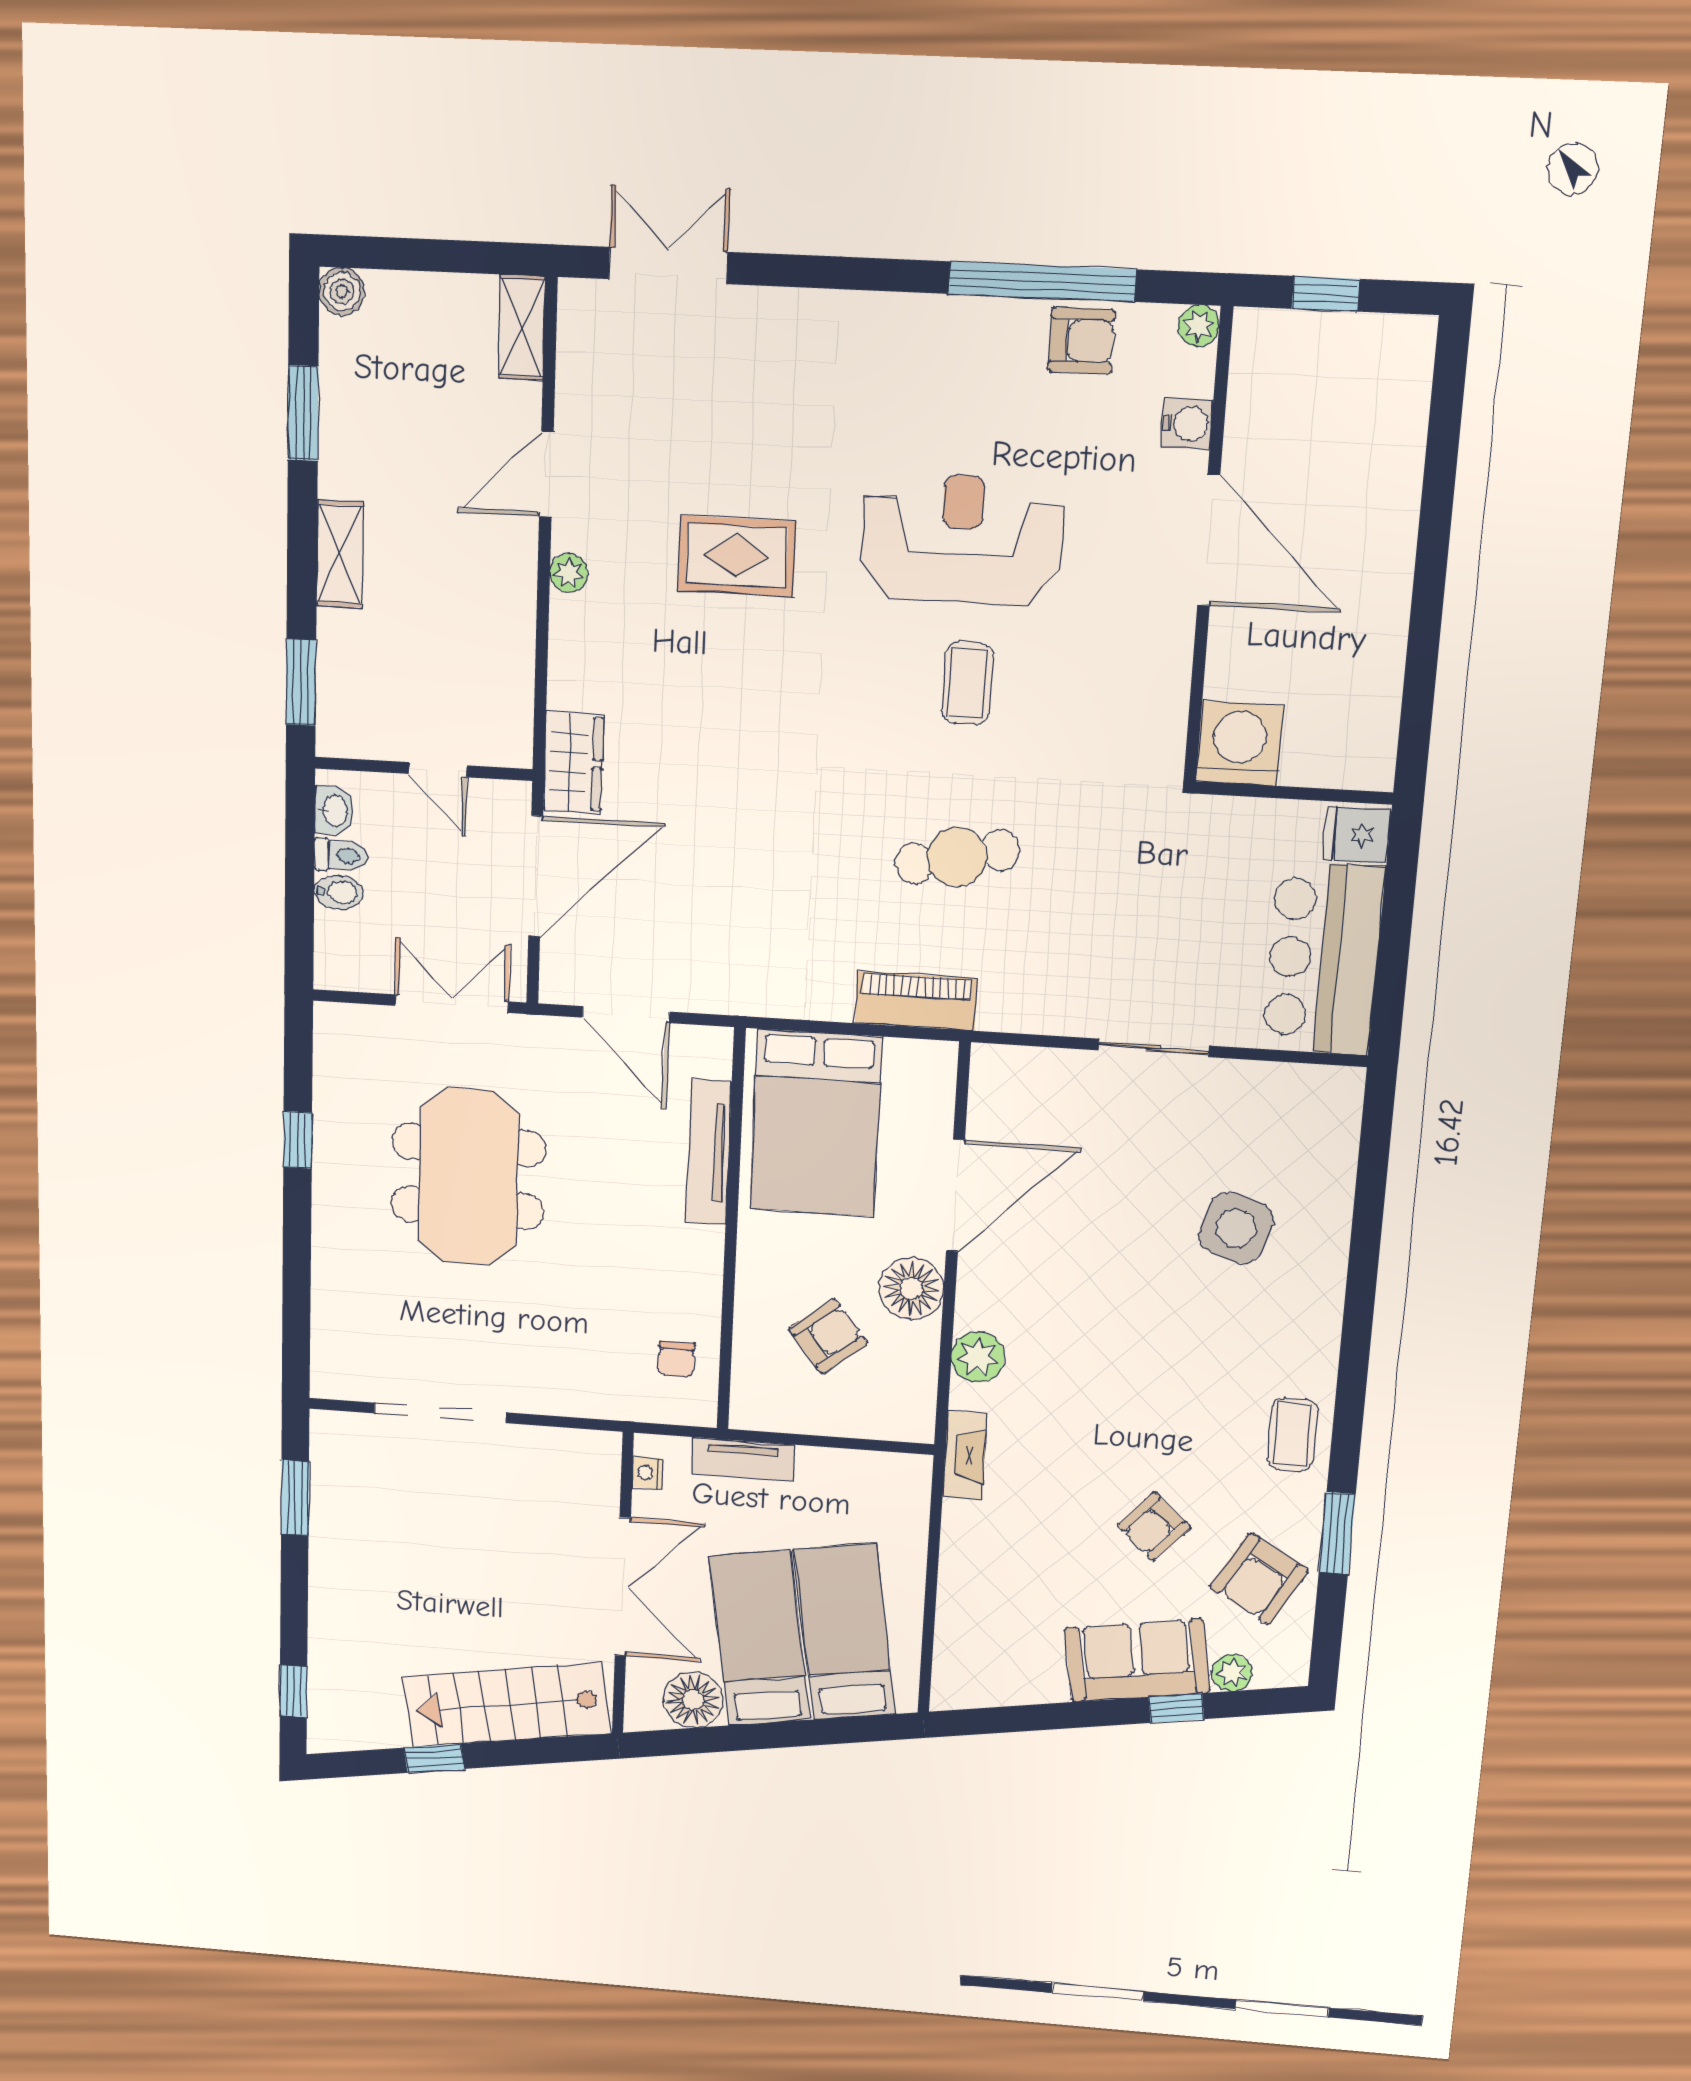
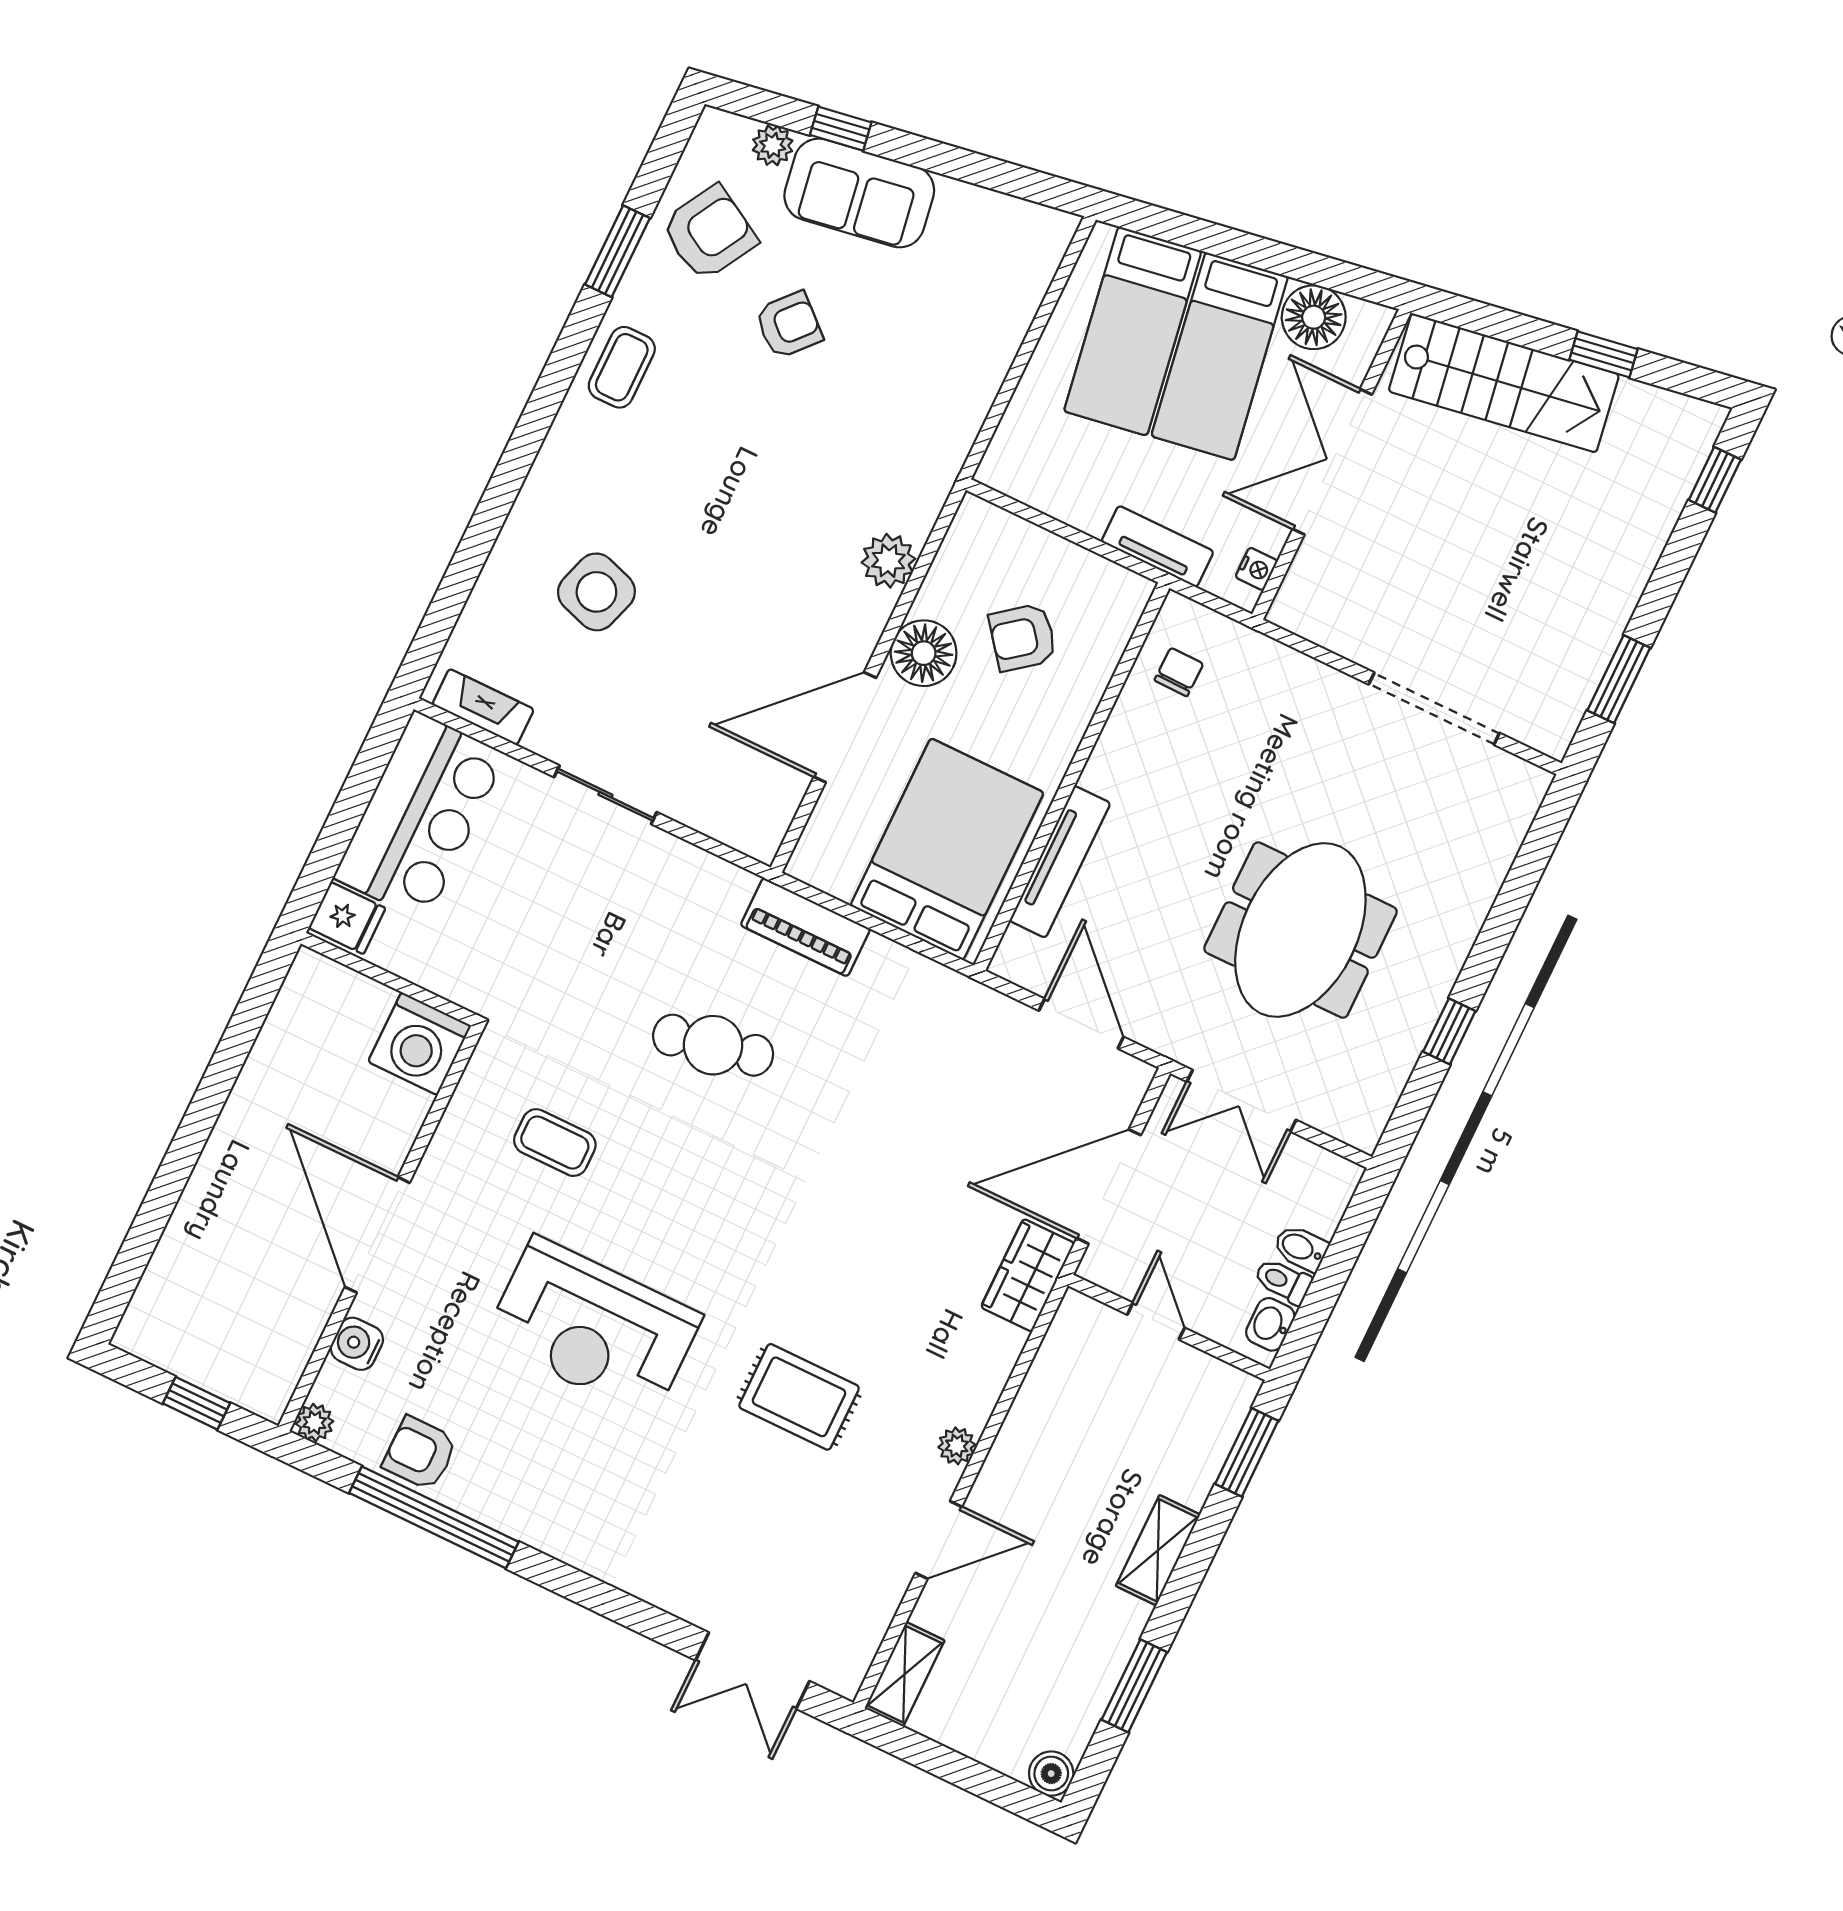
coffee table: (967, 683) -> (555, 1143), moved, turned 90
fireplace: (965, 1456) -> (483, 707), moved, turned 90

